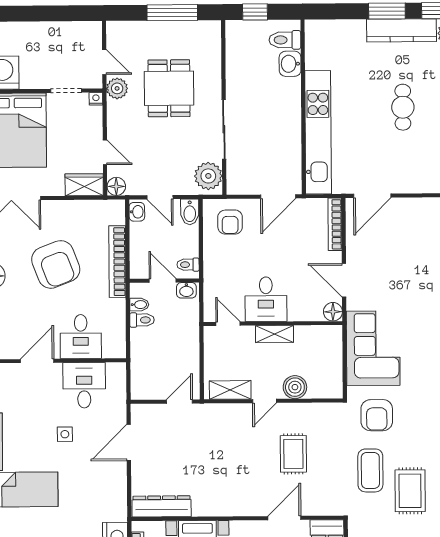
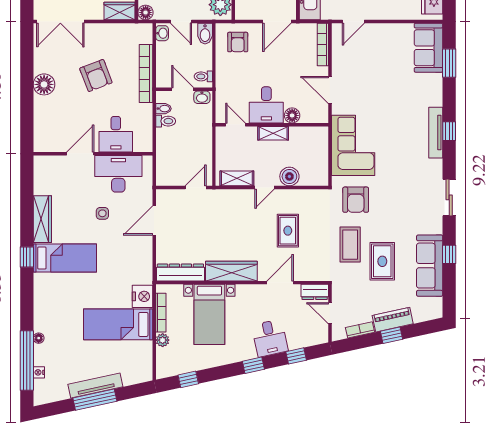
door: (372, 196) -> (353, 22), width x0.73
armchair: (56, 264) -> (96, 75), width x0.73, depth x0.73
floor lamp: (333, 312) -> (292, 115), moved
desk: (84, 385) -> (118, 174), width x1.37
wardrobe: (224, 504) -> (231, 271), added

